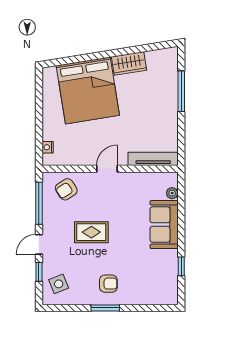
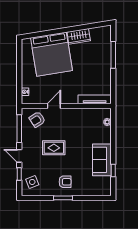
door: (107, 169) -> (54, 106), moved
sofa: (164, 225) -> (102, 160), moved
door: (39, 244) -> (19, 156), hinge flipped

